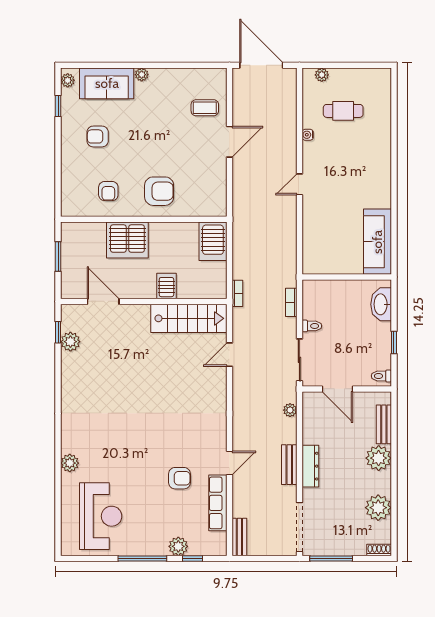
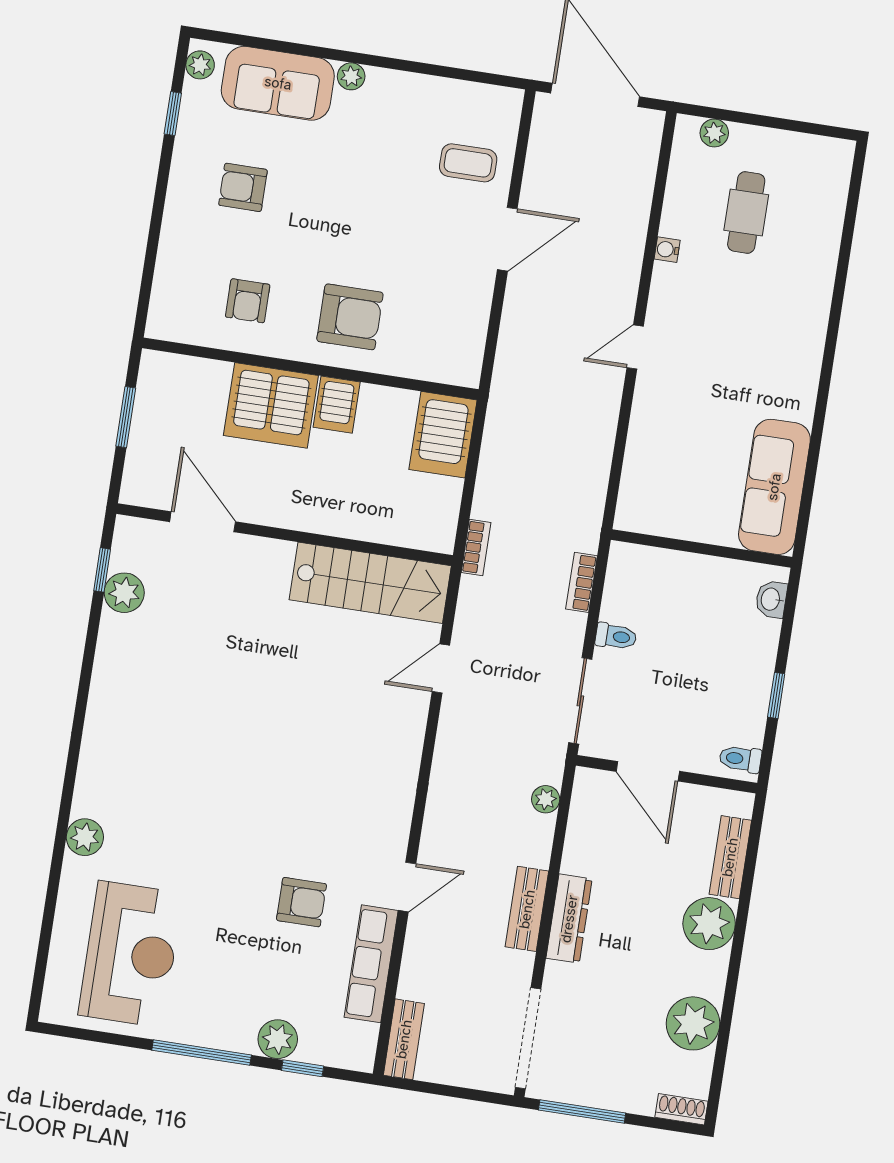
cafe table: (343, 111) -> (746, 213), turned 90
server rack: (166, 286) -> (337, 405), moved, turned 180
washbasin: (381, 304) -> (771, 599), width x0.52, depth x0.69

